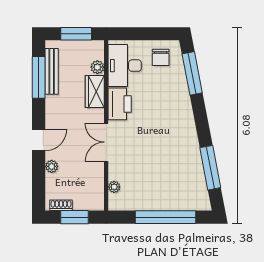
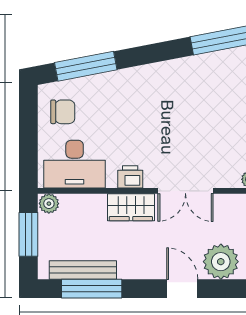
plant: (97, 67) -> (49, 204), moved
wardrobe: (95, 91) -> (131, 207), moved
printer: (120, 104) -> (130, 177), width x0.53, depth x0.68
plant: (52, 166) -> (221, 262), width x1.87, depth x1.87

